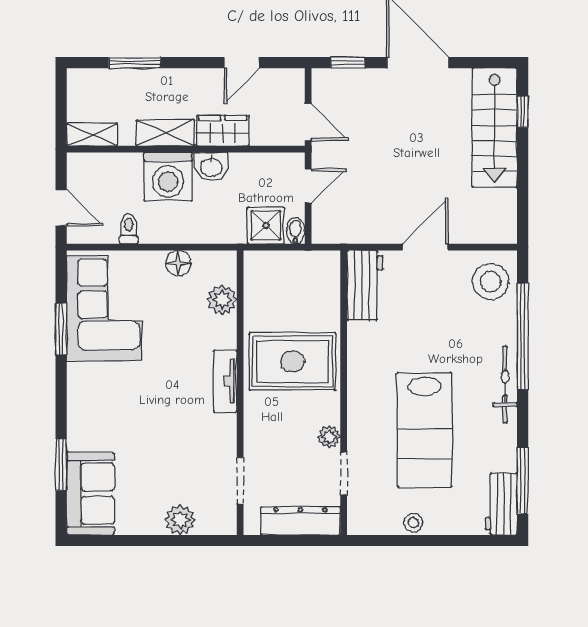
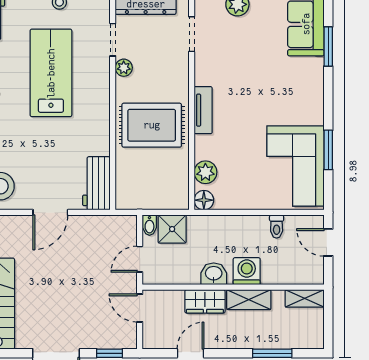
washing machine: (168, 177) -> (247, 271), width x0.73, depth x0.73
floor lamp: (178, 263) -> (204, 200), moved

